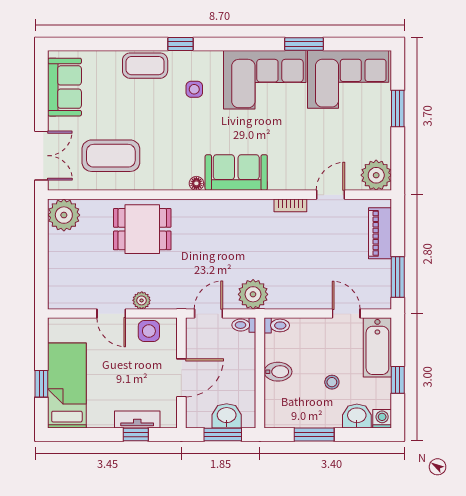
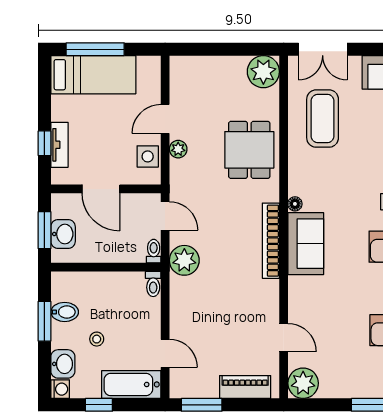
bookcase: (290, 205) -> (271, 241), moved, width x2.31, depth x1.31
door: (346, 314) -> (165, 353), hinge flipped
bidet: (278, 372) -> (65, 312), moved, turned -90
window: (41, 384) -> (95, 49), width x2.17

